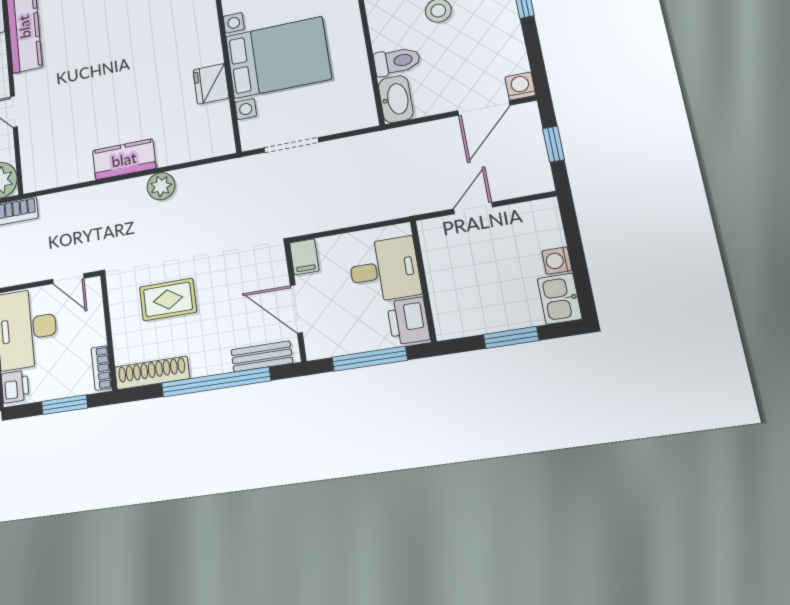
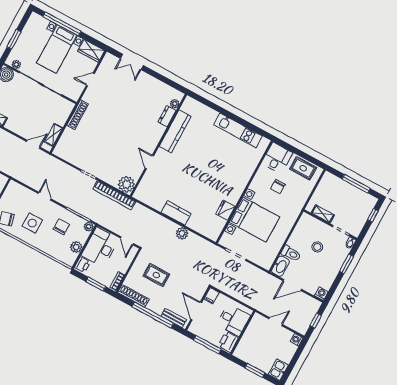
door: (484, 108) -> (292, 285), moved
washing machine: (557, 261) -> (297, 340), moved

